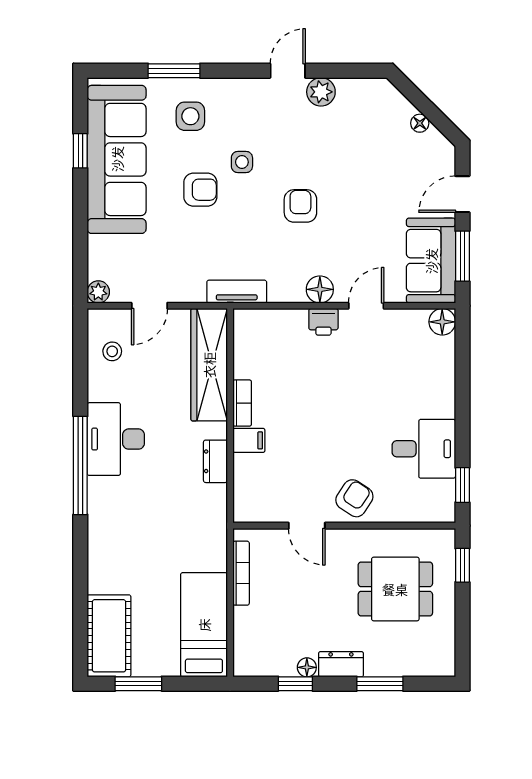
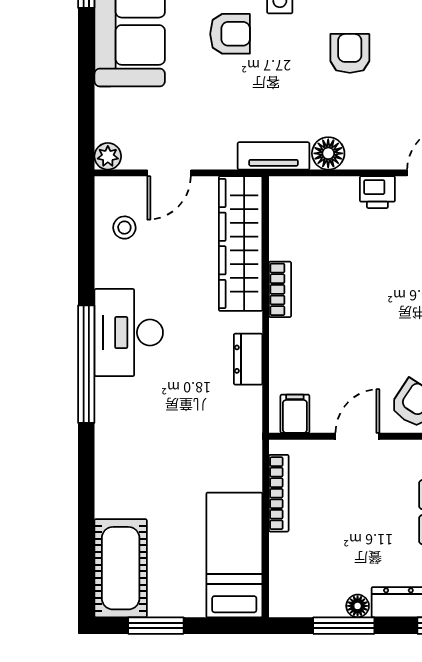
floor lamp: (320, 289) -> (328, 153), moved
filing cabinet: (249, 440) -> (295, 414), moved, turned -90
door: (307, 526) -> (357, 436), swing flipped
window: (295, 684) -> (344, 626), width x1.50

